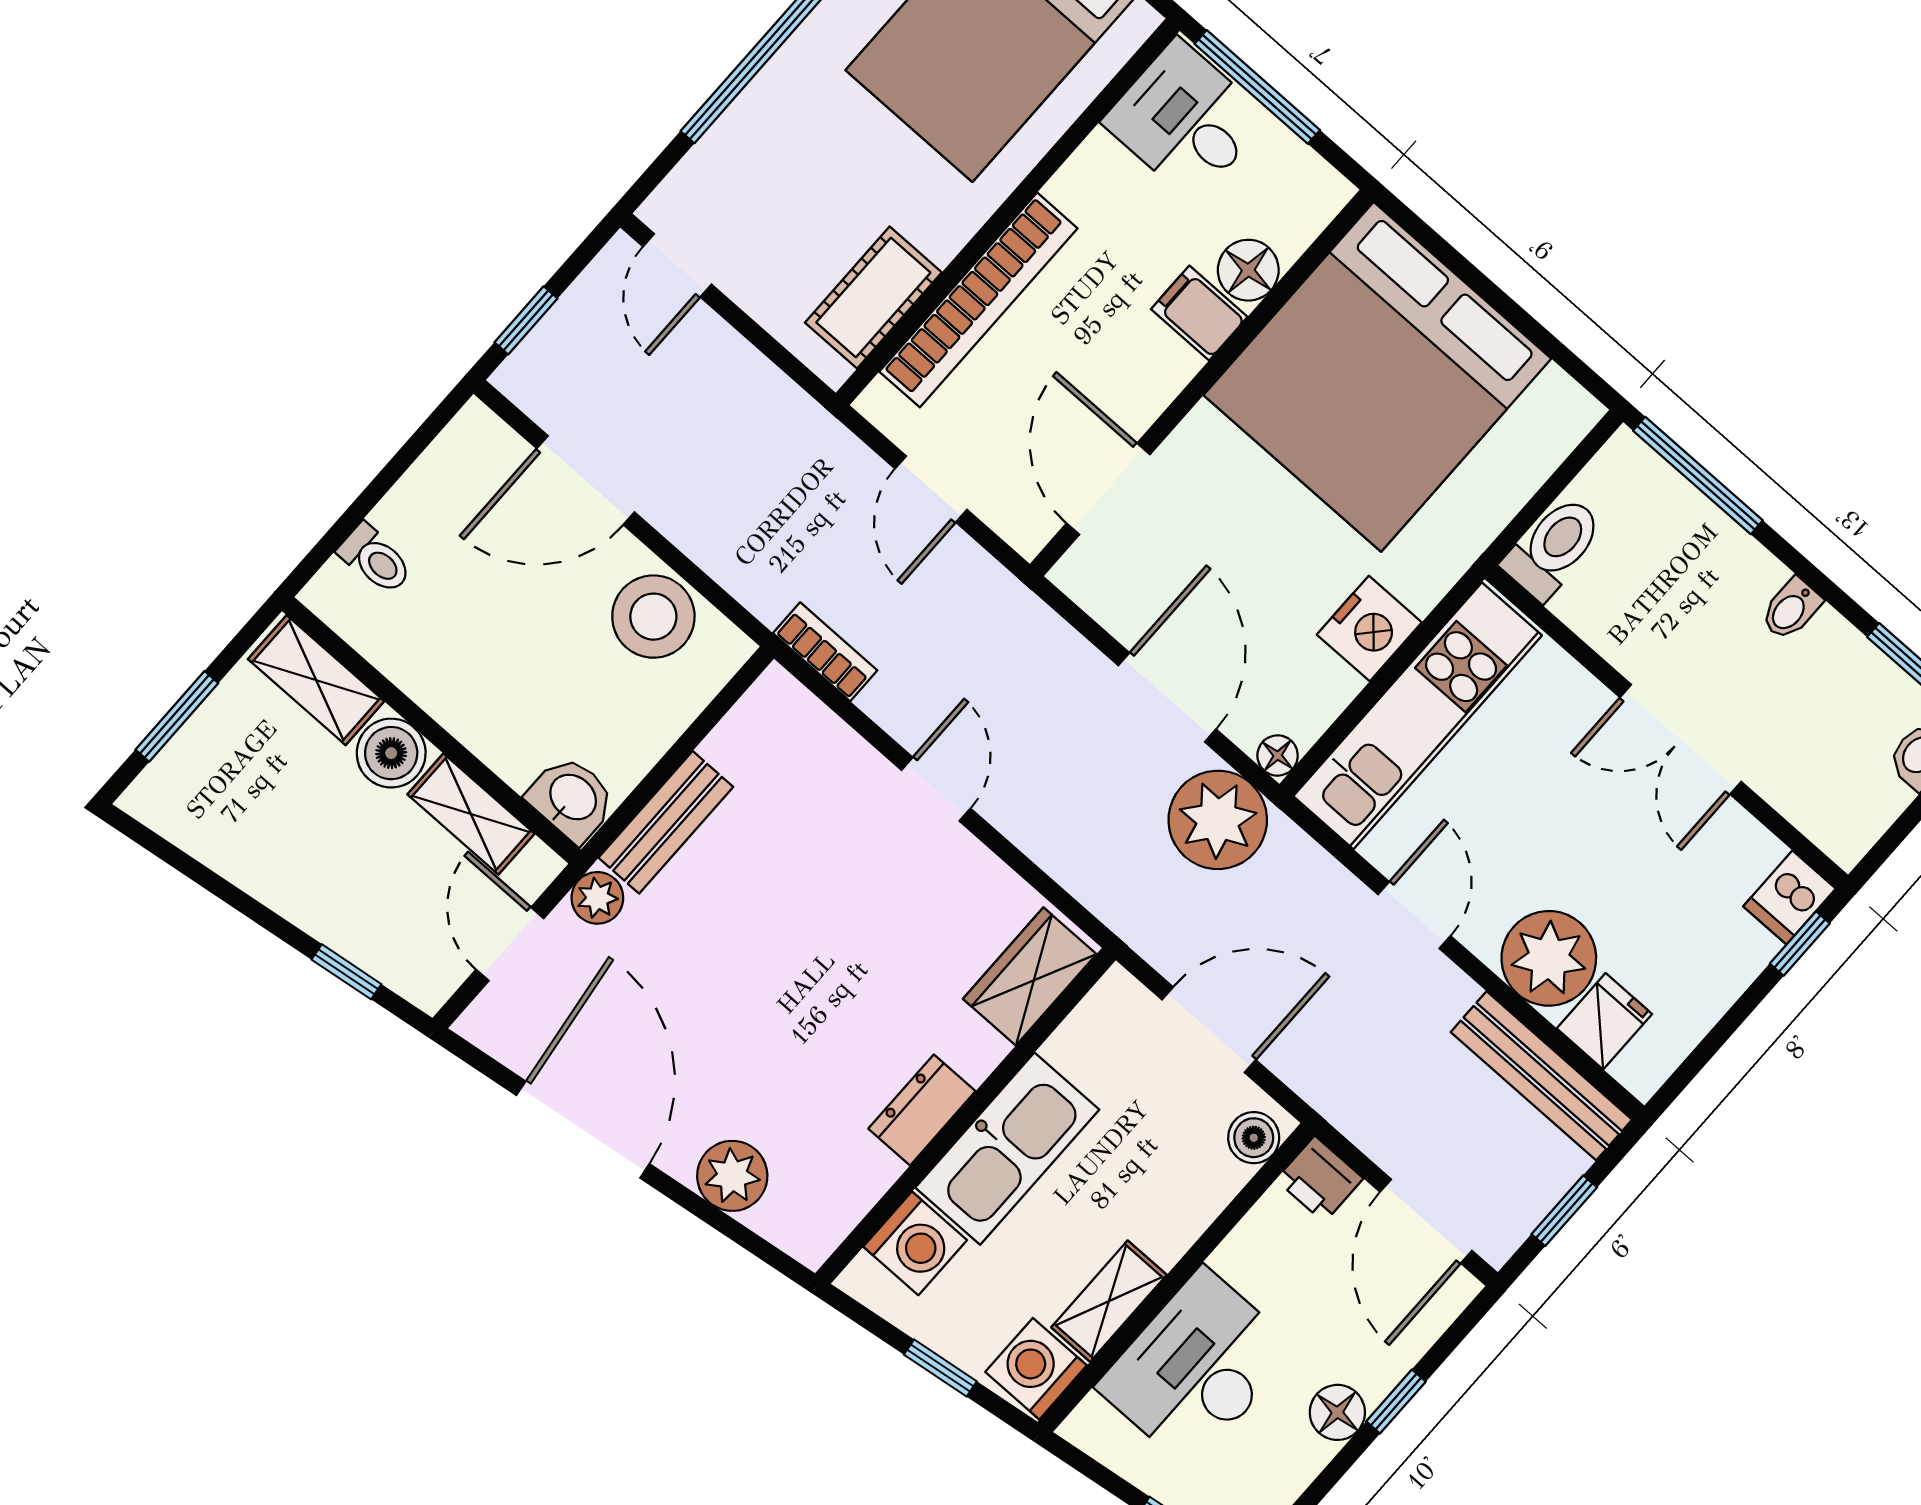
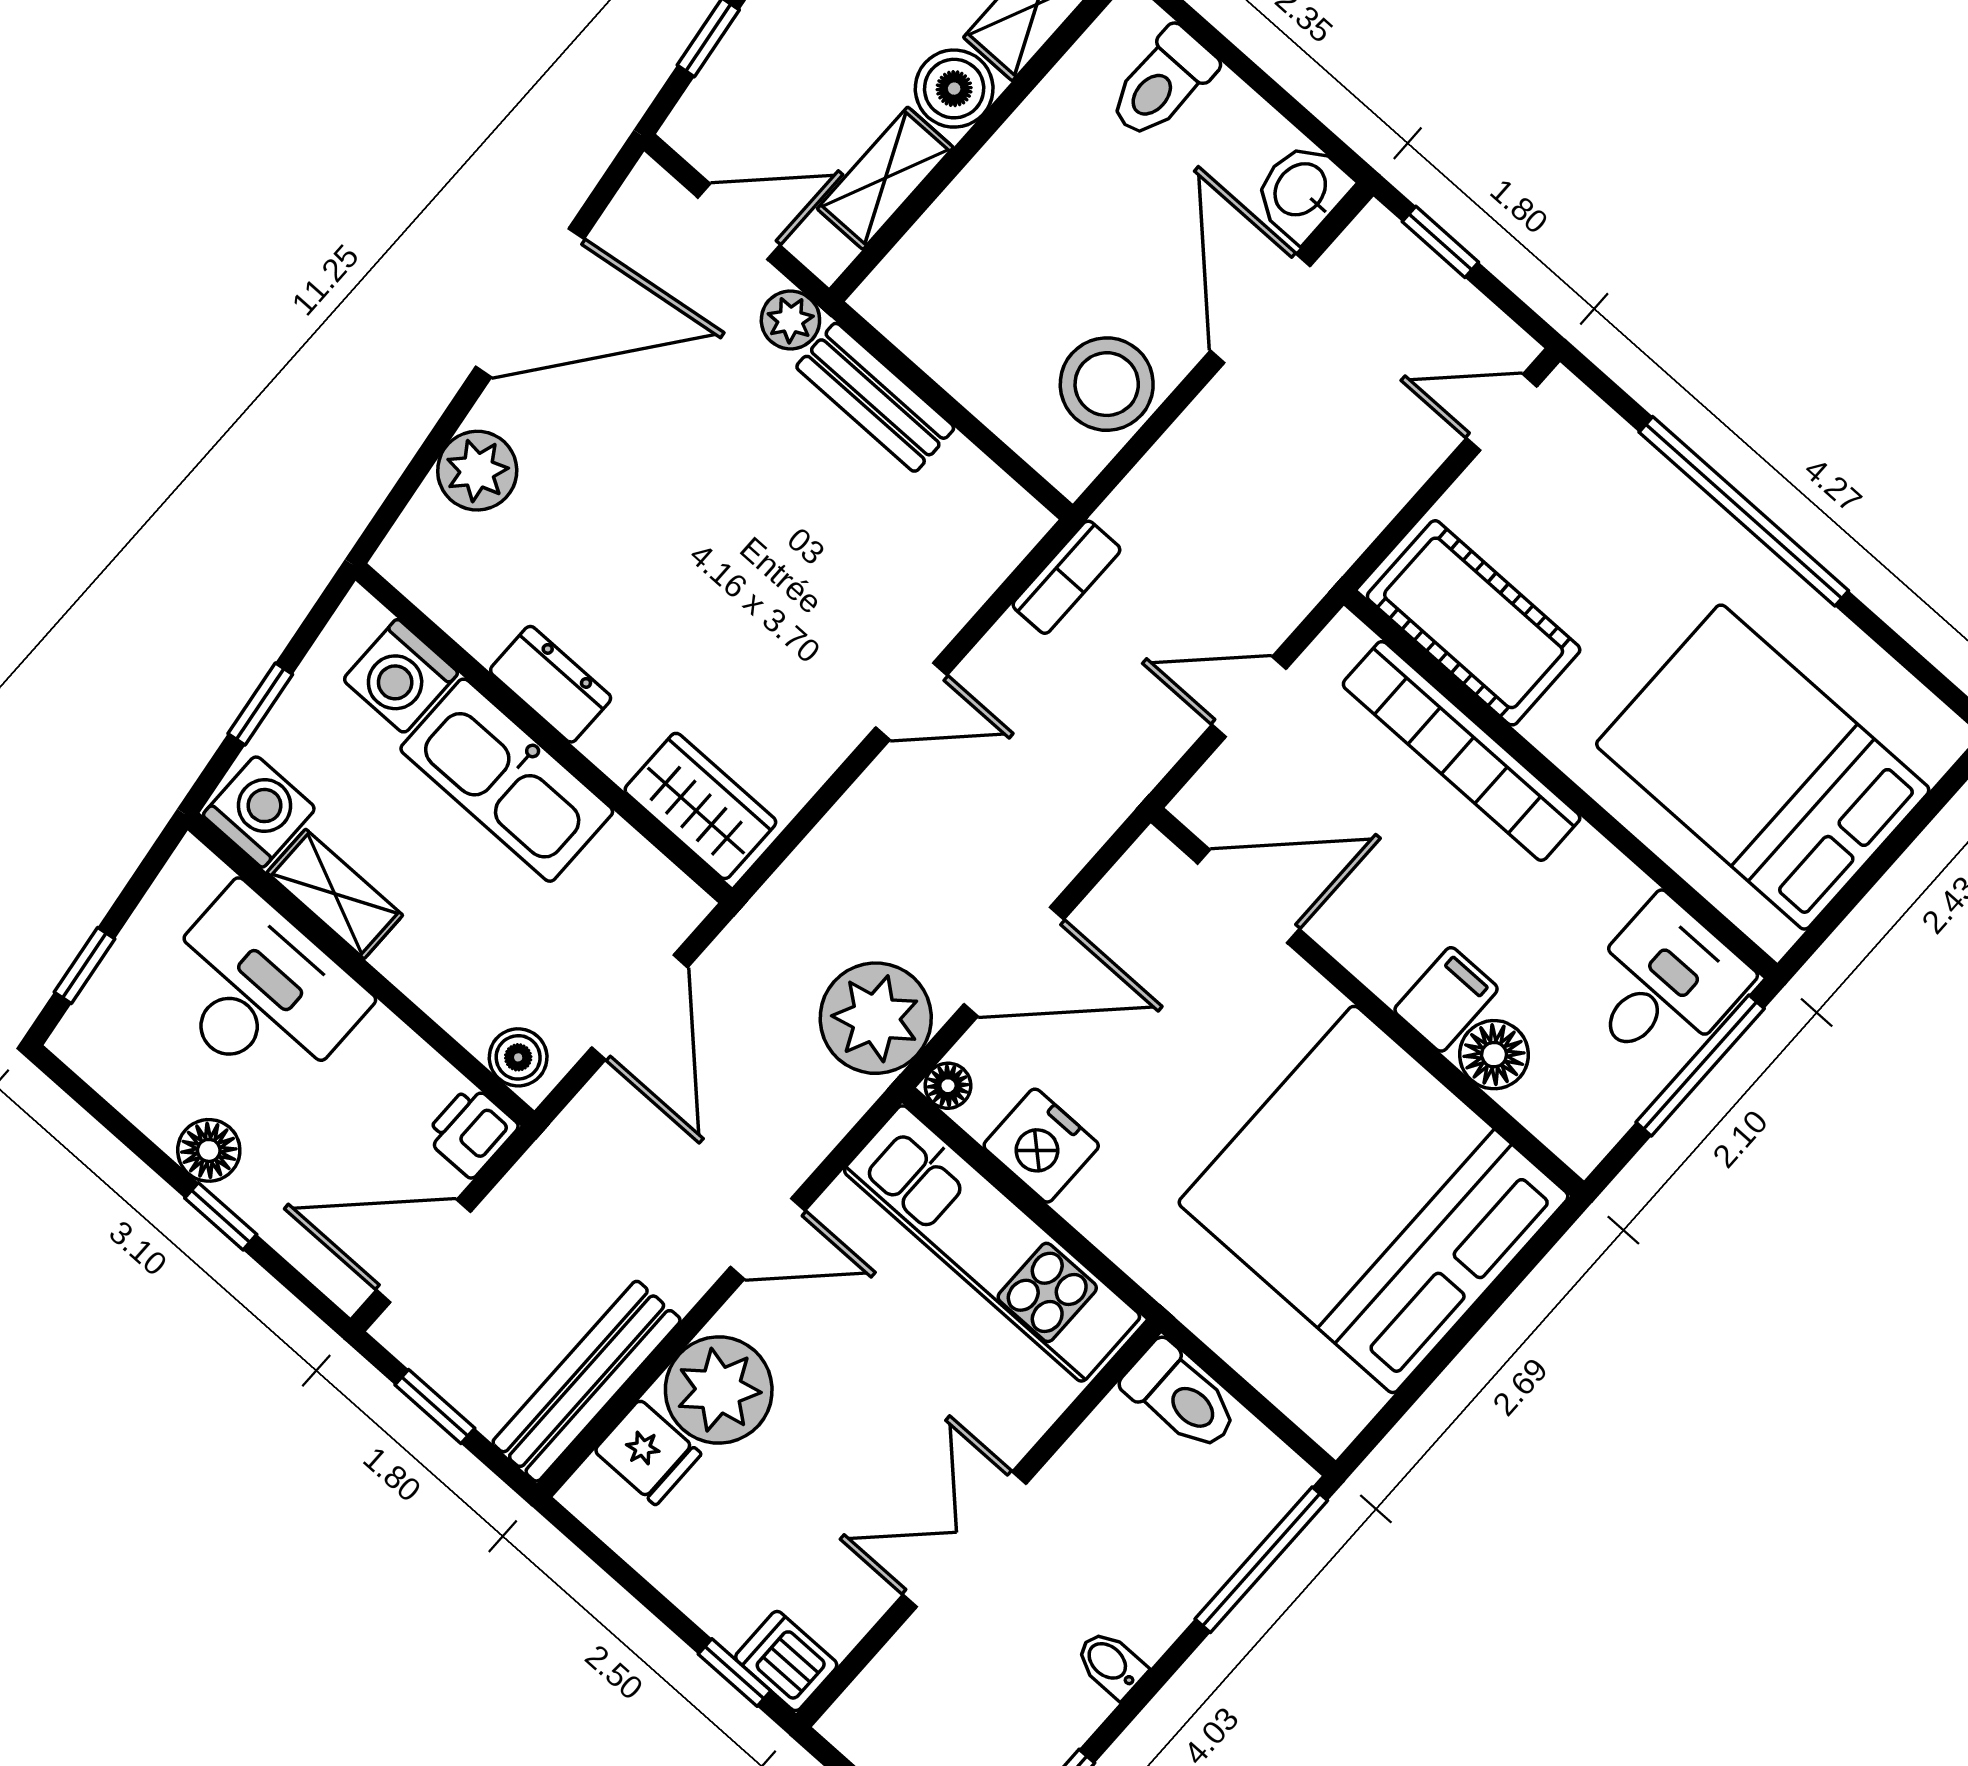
cot: (873, 297) -> (1474, 623), width x1.37, depth x1.34
toilet: (375, 559) -> (1162, 83), width x1.37, depth x1.39
nightstand: (1369, 628) -> (1041, 1146), moved
washbasin: (572, 798) -> (1302, 191), moved, turned 180

